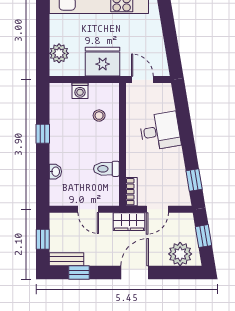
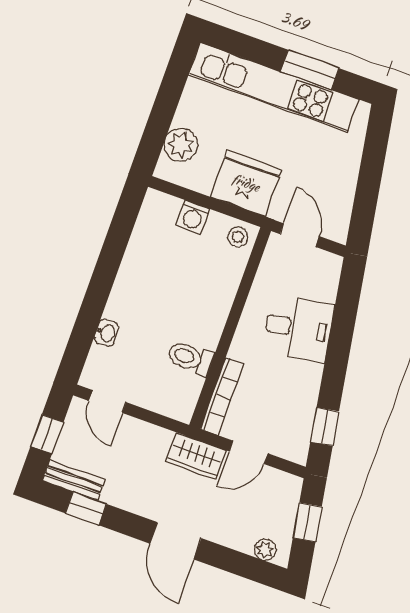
stool: (99, 116) -> (238, 237), moved
window: (43, 134) -> (108, 265), removed
bookcase: (132, 192) -> (222, 396), width x1.56
door: (88, 209) -> (107, 402), moved
plant: (180, 254) -> (265, 550), width x0.53, depth x0.53
door: (135, 272) -> (176, 541), swing flipped

